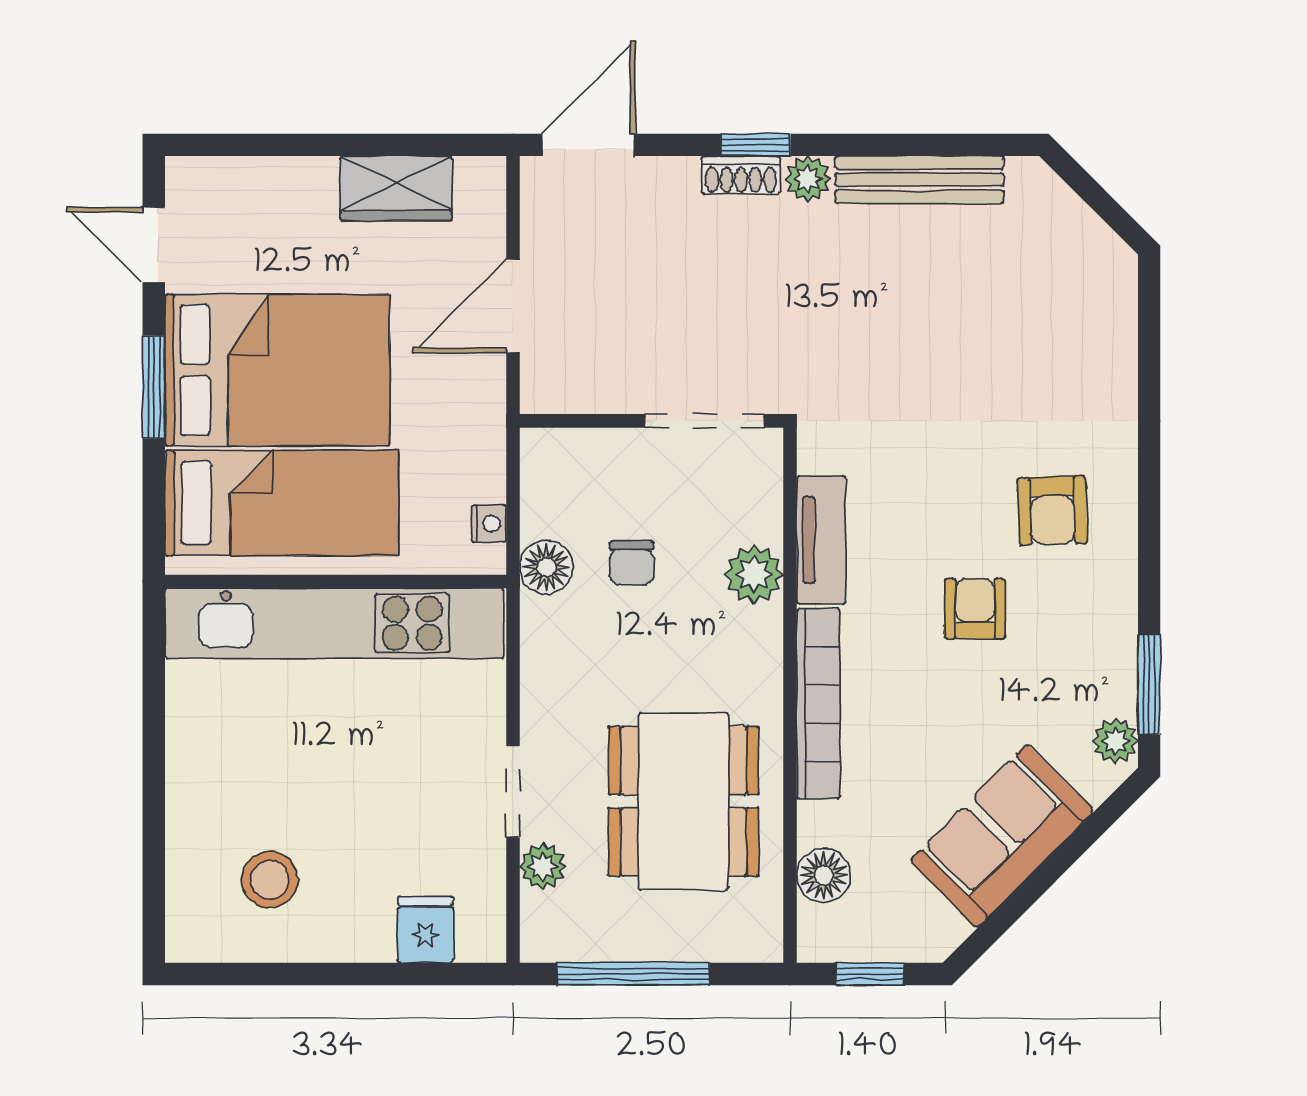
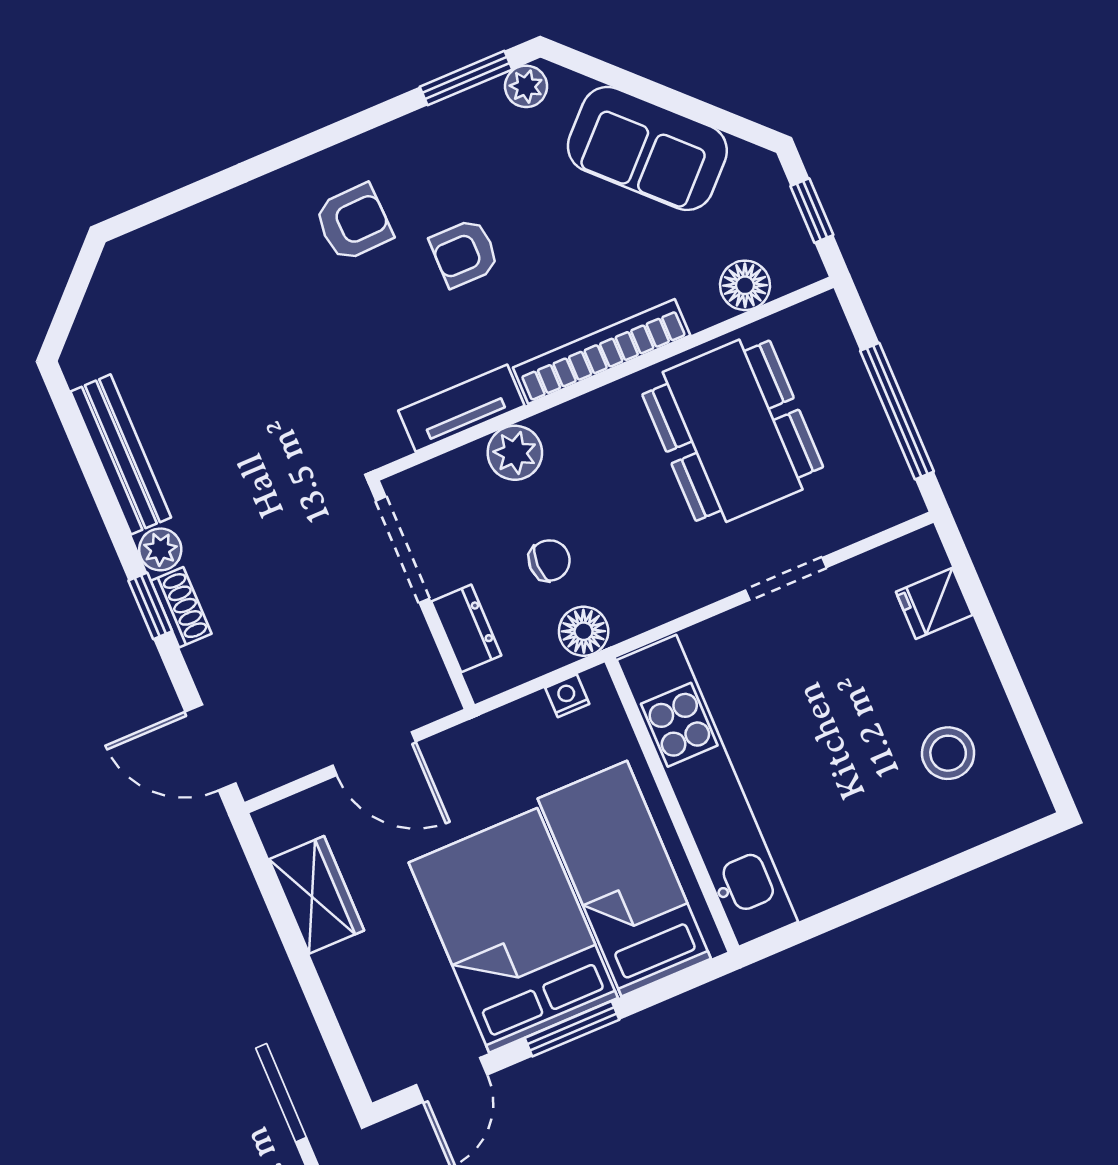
dresser: (599, 451) -> (466, 628), added
dining table: (684, 801) -> (733, 431), turned 90
plant: (543, 866) -> (839, 527), removed

